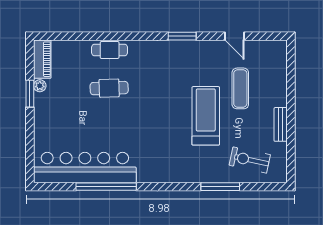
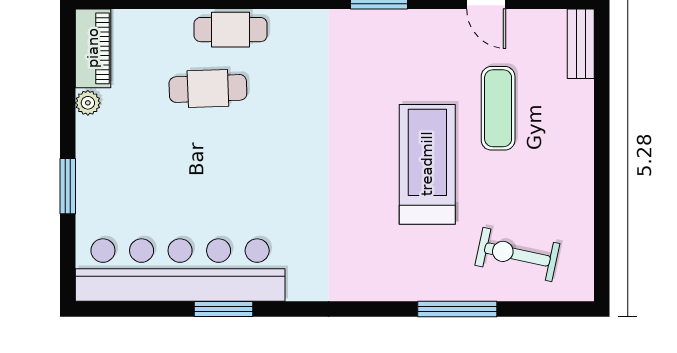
cafe table: (109, 88) -> (208, 88), moved
window: (30, 94) -> (68, 186), moved
bench: (281, 124) -> (581, 44), moved
window: (106, 187) -> (224, 309), width x0.47

